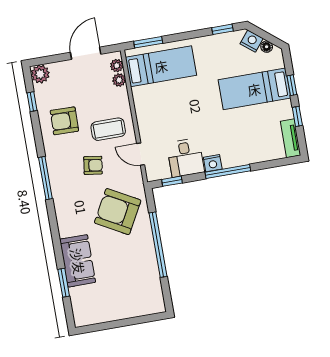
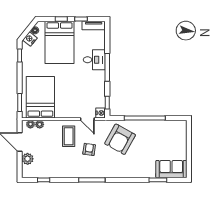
bed: (161, 66) -> (40, 97), width x1.50
plant: (40, 74) -> (28, 159), moved
bed: (254, 89) -> (60, 42), width x1.50
armchair: (64, 121) -> (59, 162), removed
door: (141, 154) -> (87, 119), hinge flipped
desk: (186, 158) -> (94, 60), moved
nightstand: (213, 163) -> (101, 113), moved
sofa: (78, 261) -> (171, 169), moved

